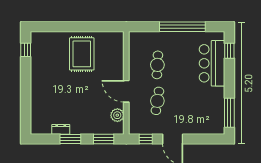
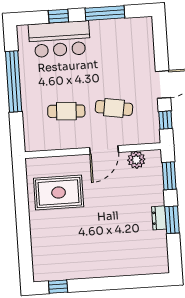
window: (229, 51) -> (58, 16), moved
rug: (82, 54) -> (59, 192), moved
window: (229, 113) -> (105, 13), moved
dresser: (61, 129) -> (159, 218), moved

